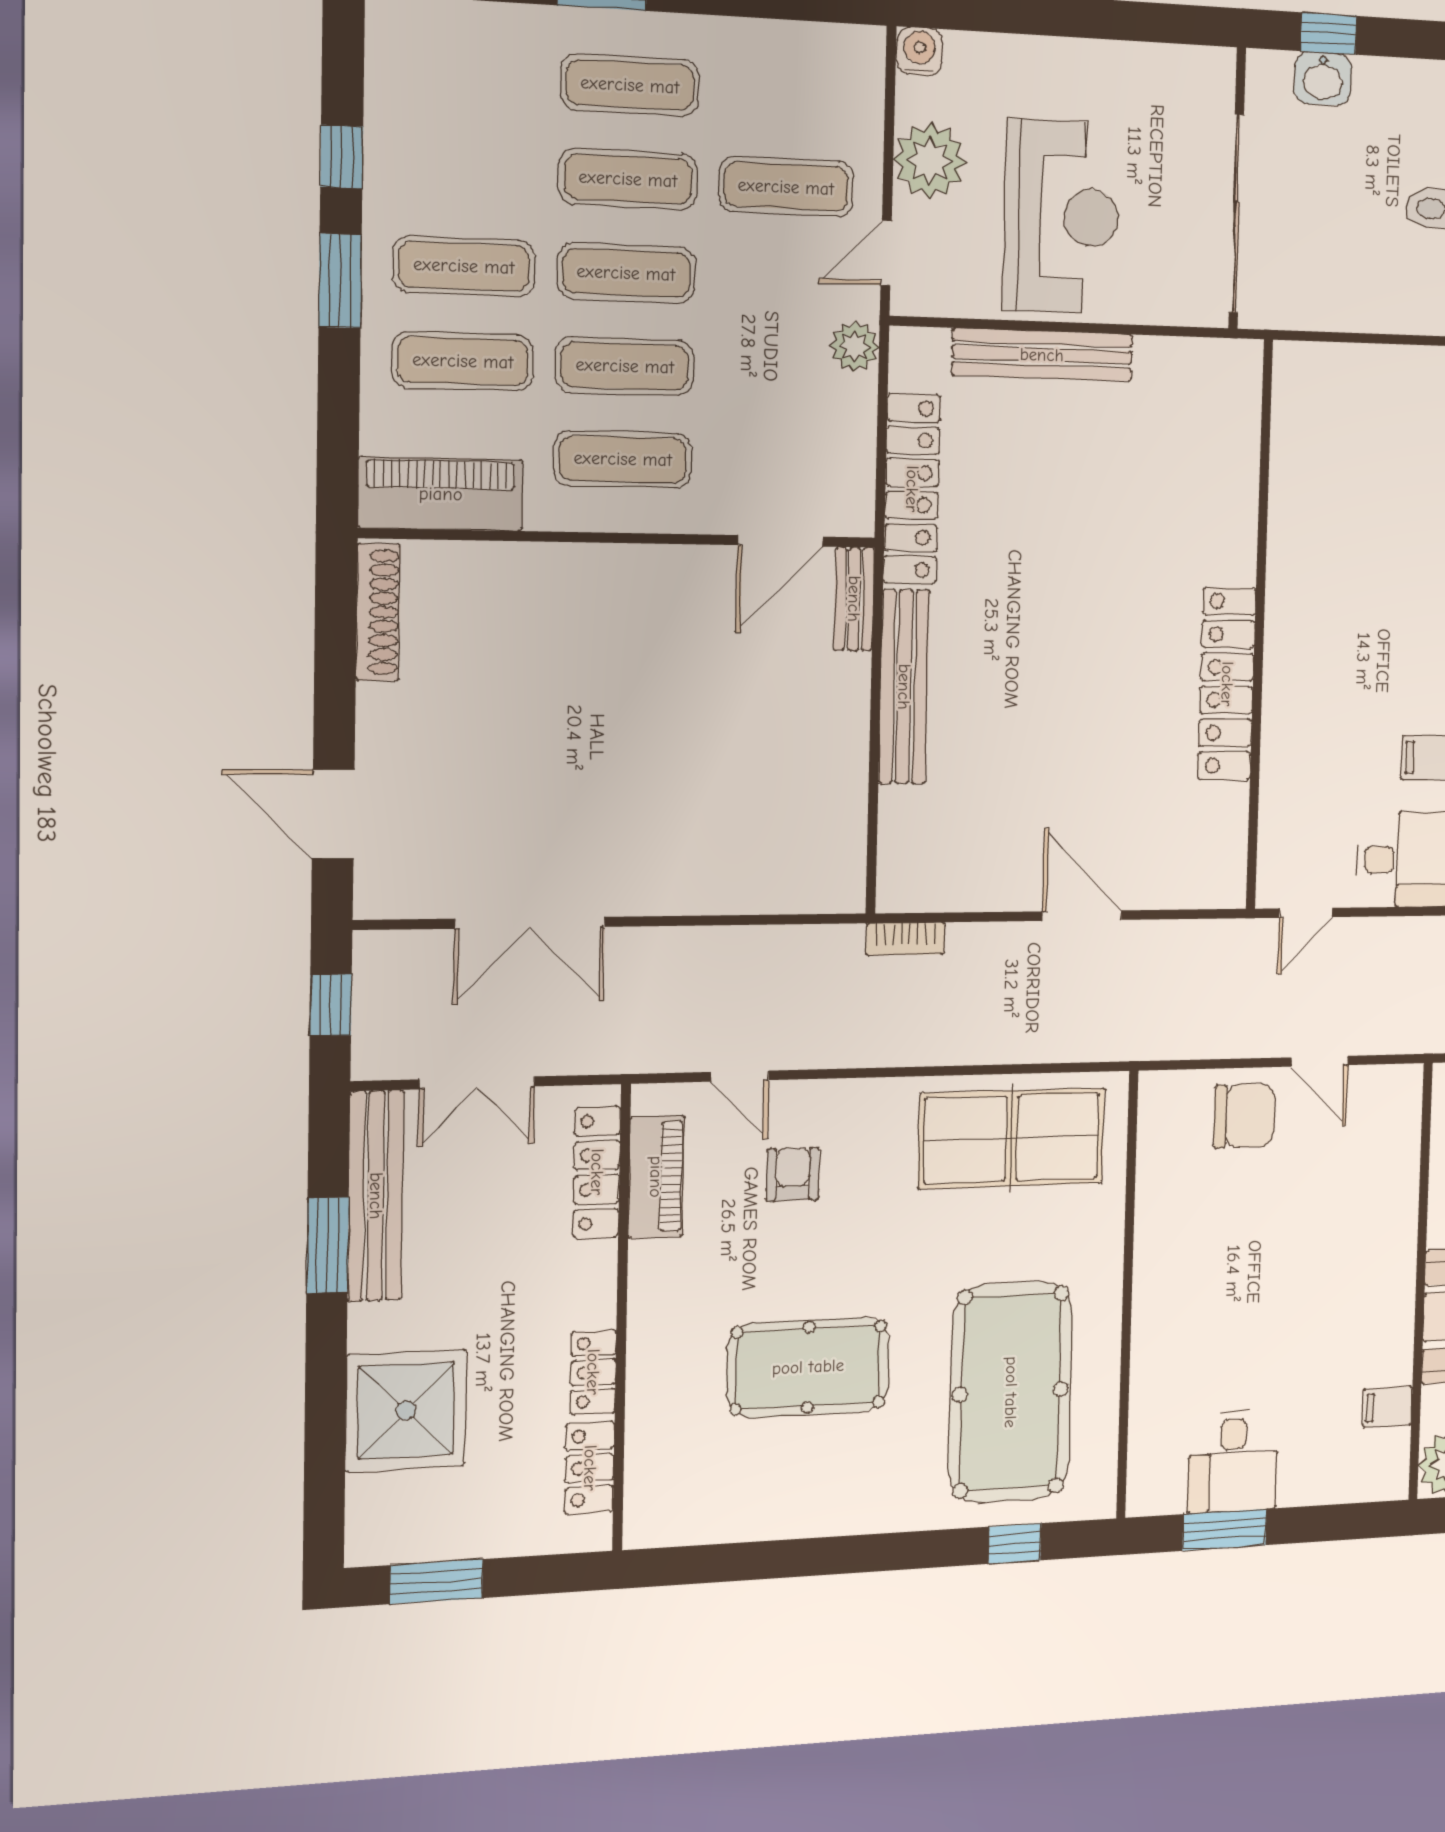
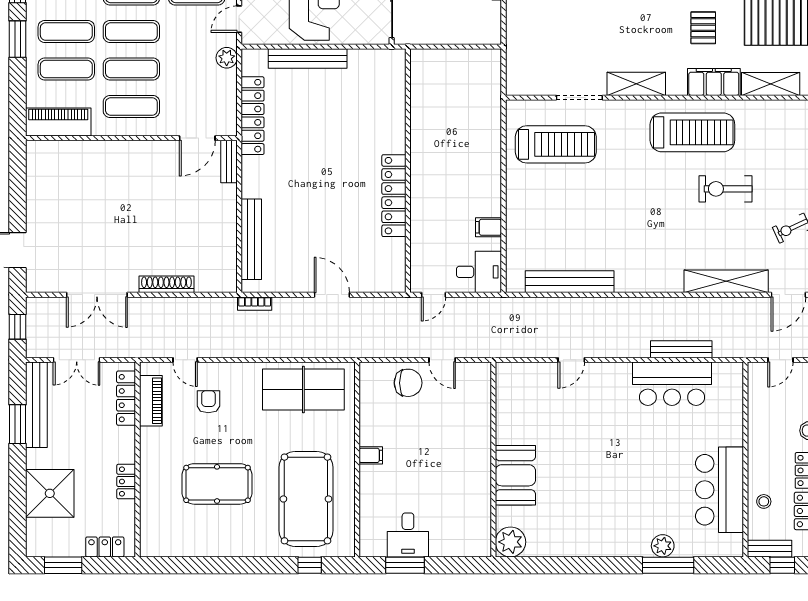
shoe rack: (378, 612) -> (166, 284), moved, turned -90
bench: (904, 687) -> (251, 239), moved
filing cabinet: (1387, 1407) -> (371, 455), moved, turned 180
locker: (590, 1468) -> (105, 547), moved, turned 90

